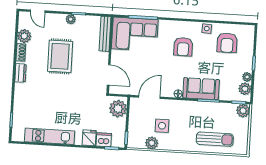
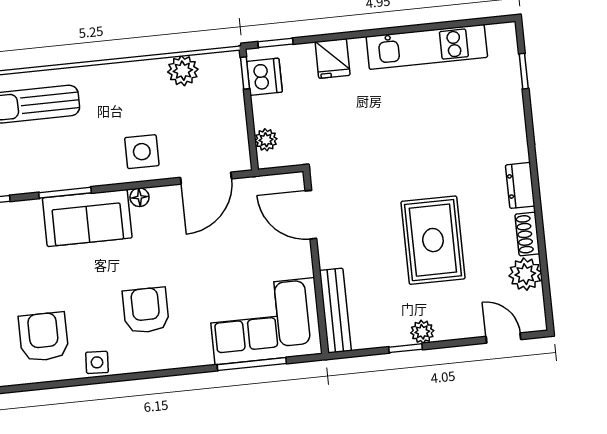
plant: (118, 109) -> (266, 140), width x0.53, depth x0.53
side table: (162, 126) -> (142, 152), moved
dishwasher: (104, 140) -> (264, 77), moved, turned -90

